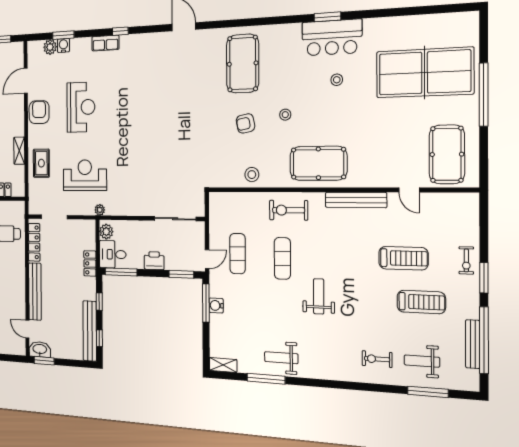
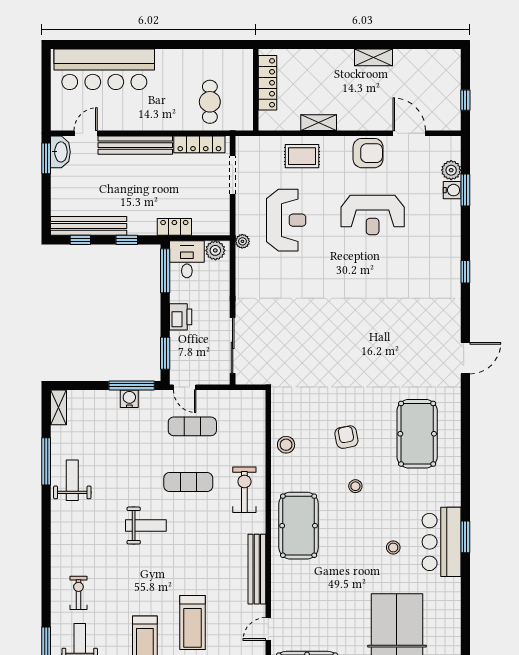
row of seats: (105, 43) -> (452, 251), removed
pool table: (243, 64) -> (417, 434), turned 90

